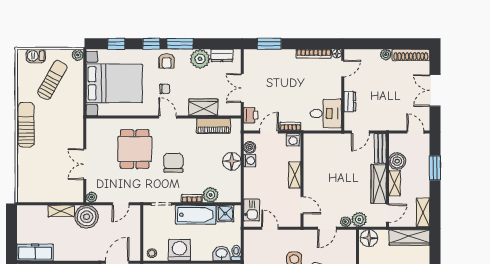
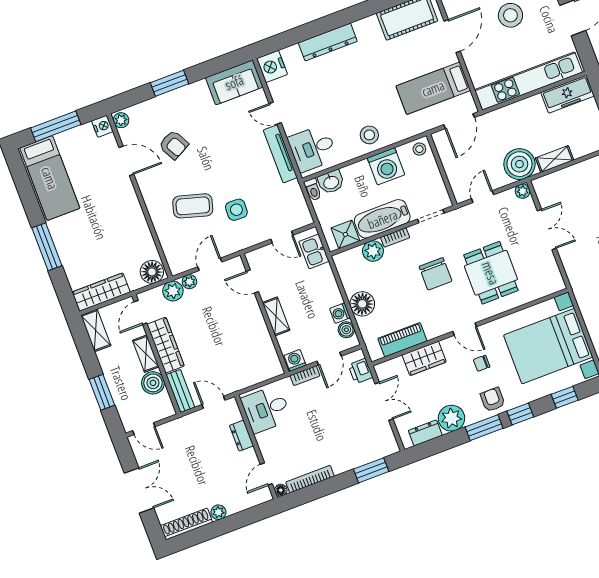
door: (360, 132) -> (213, 402), hinge flipped

